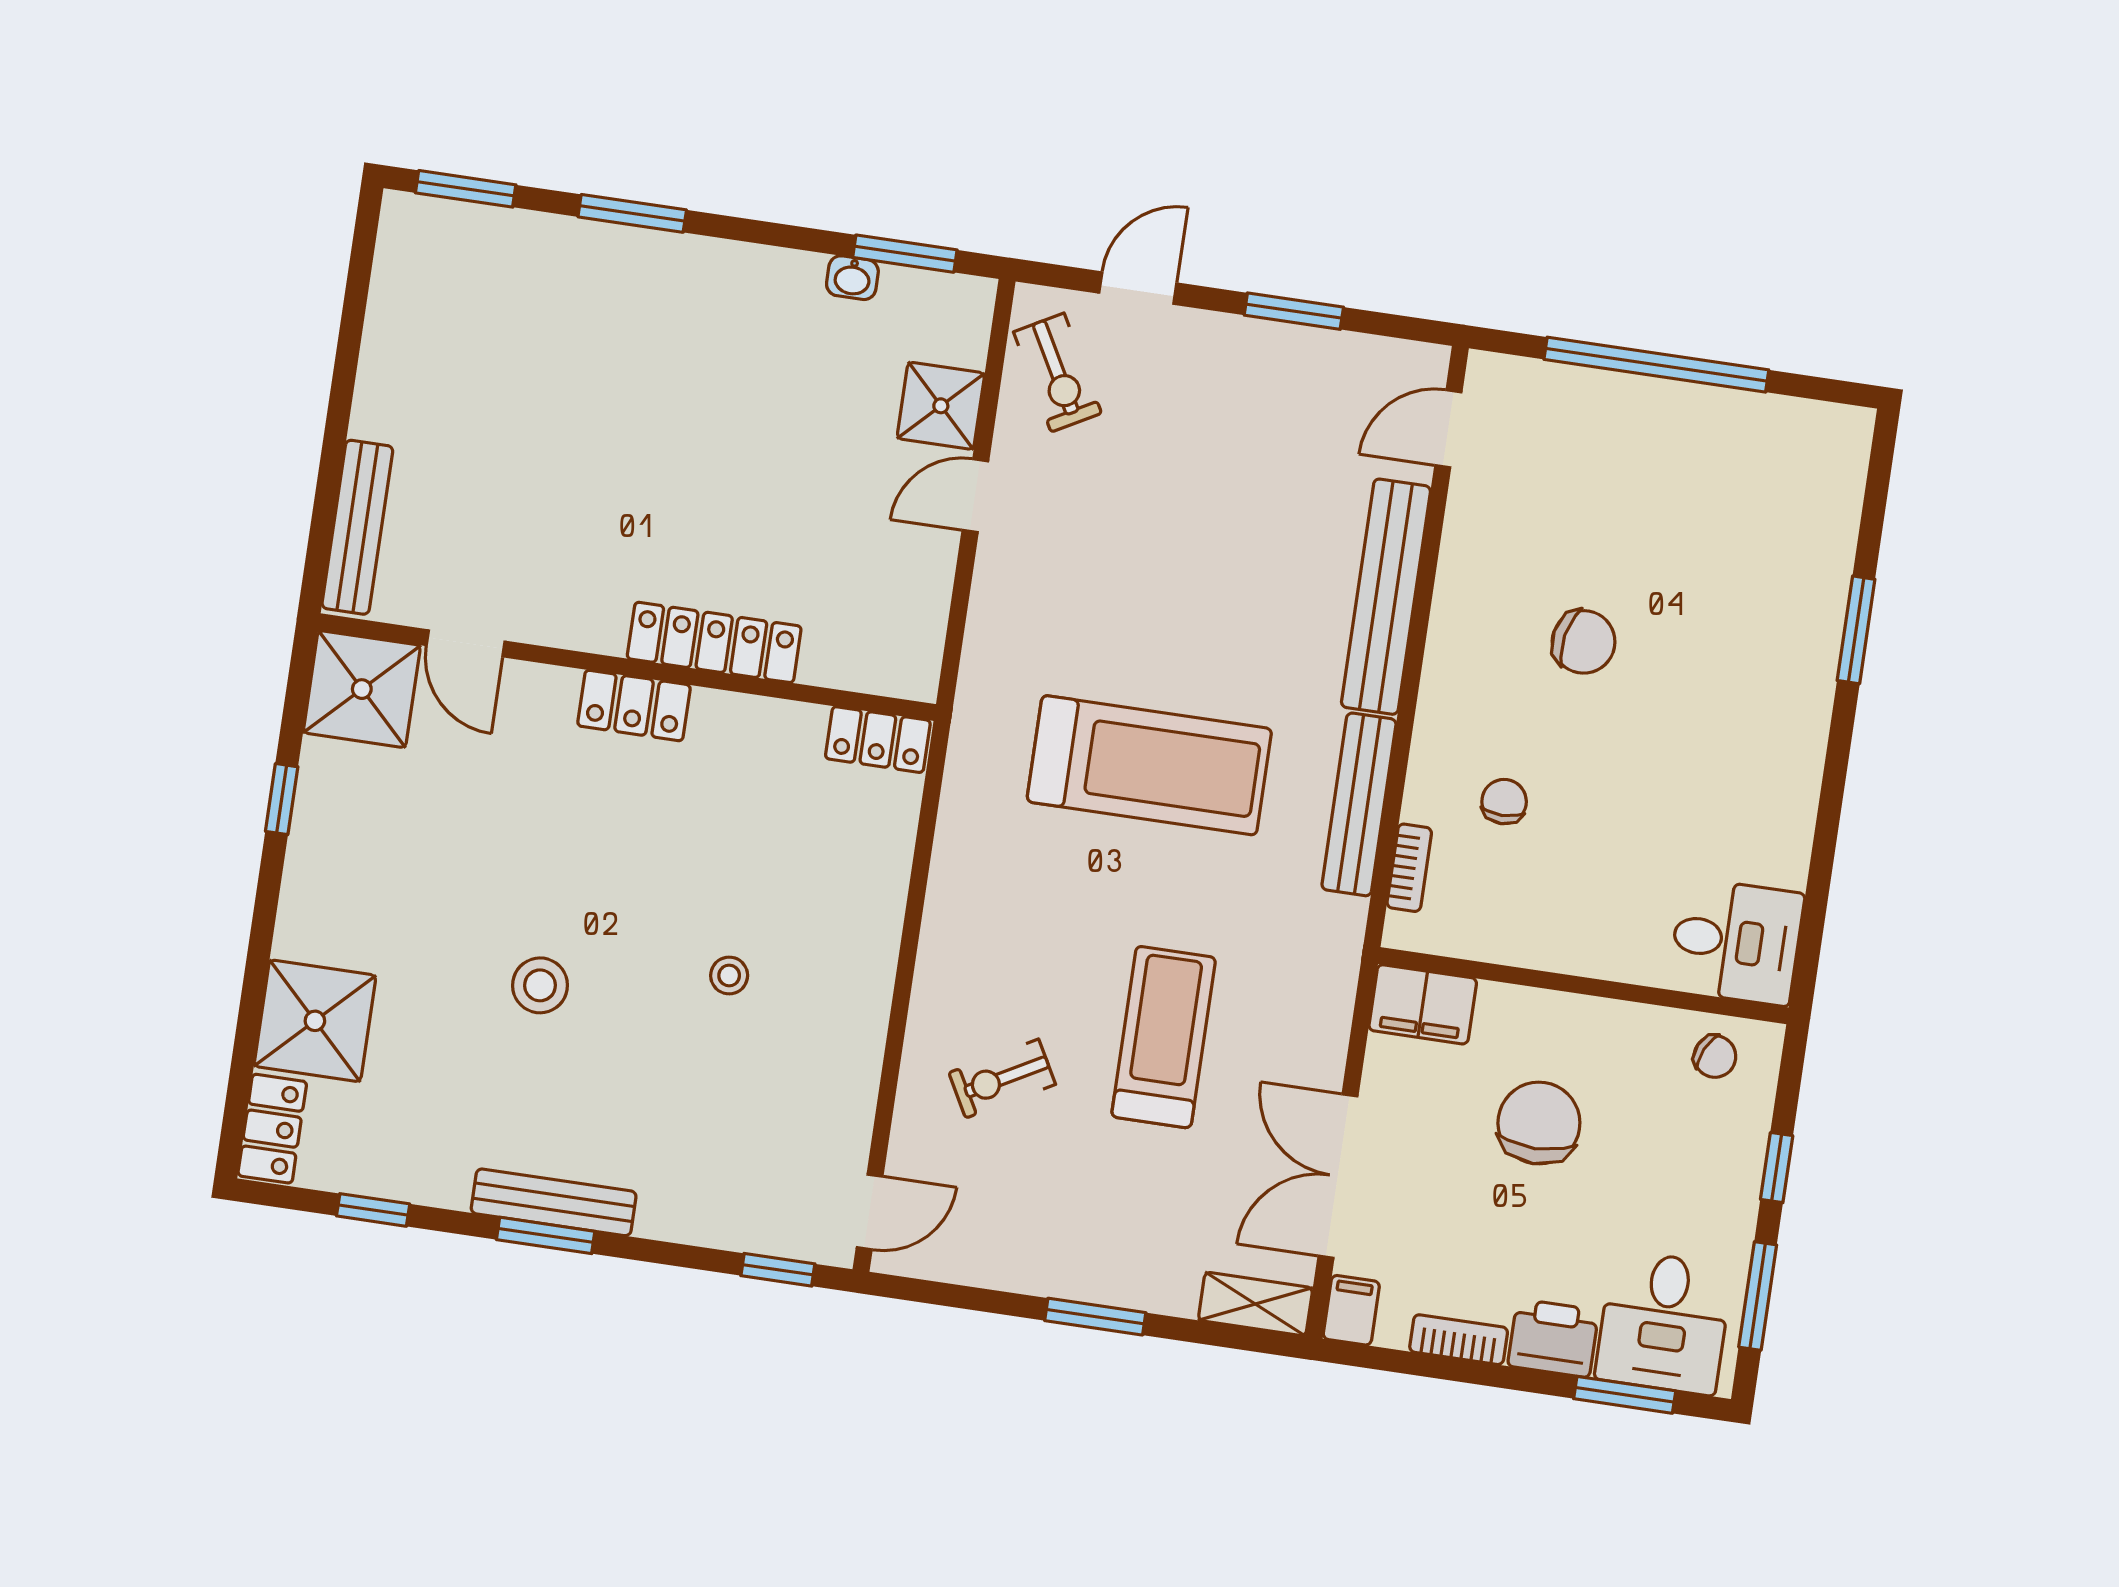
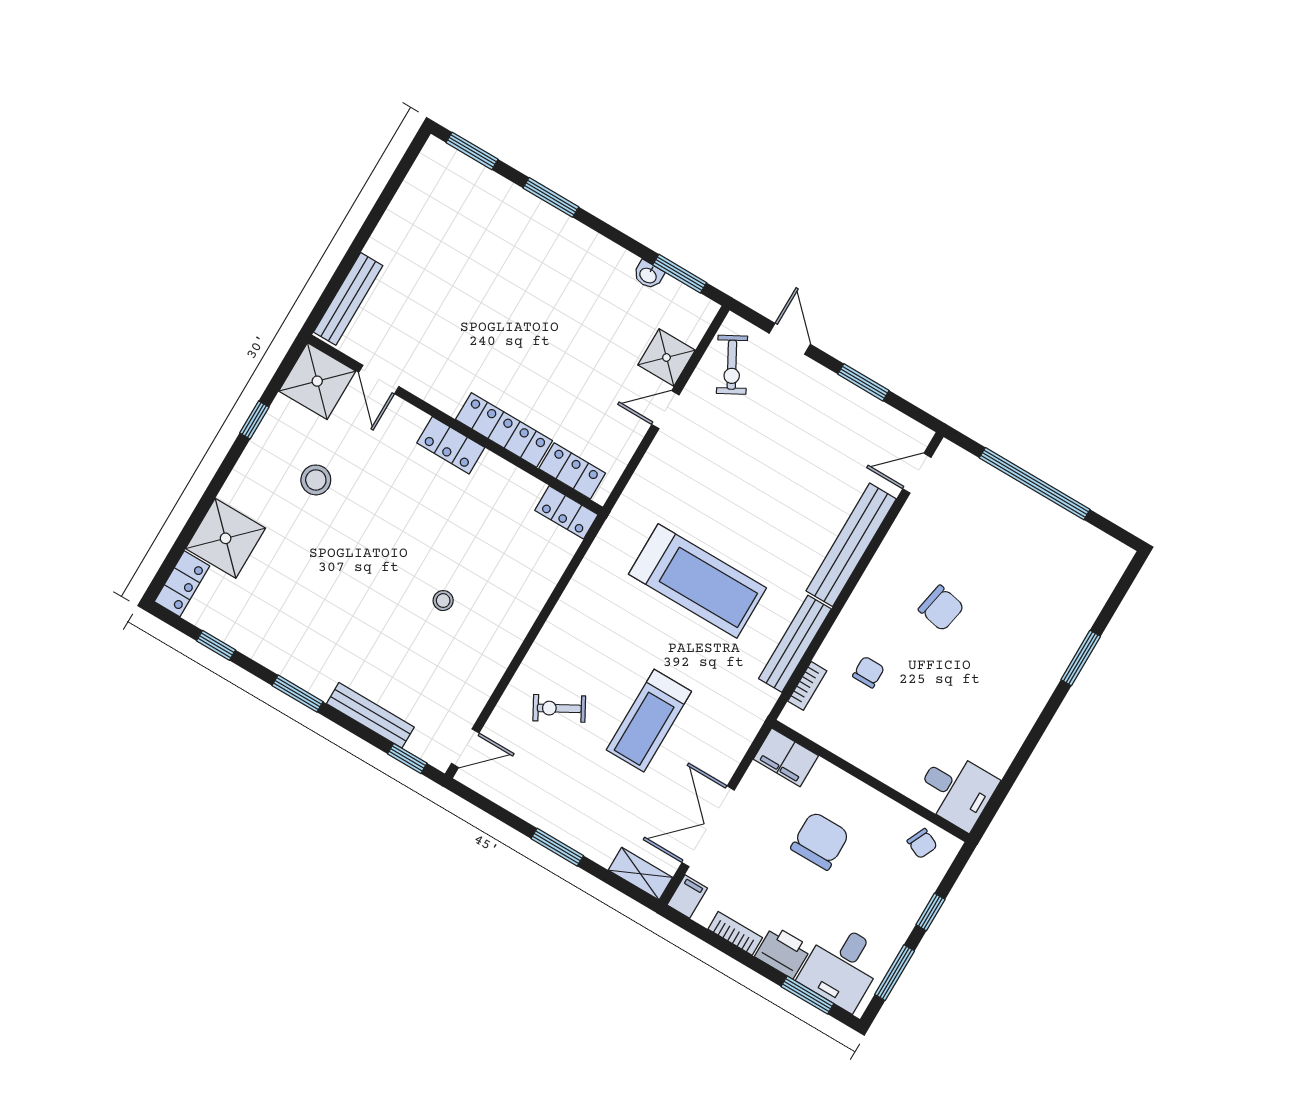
door: (1138, 288) -> (790, 339), hinge flipped
locker: (859, 665) -> (572, 471), added
stool: (540, 985) -> (316, 480), moved
treadmill: (1164, 1037) -> (649, 721), turned 180
bench: (554, 1202) -> (370, 715), moved

